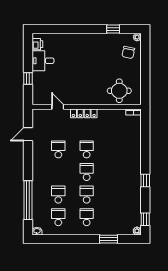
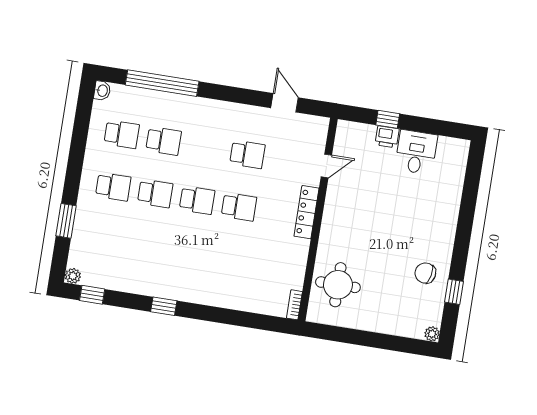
printer: (37, 44) -> (387, 137), moved
chair: (128, 52) -> (425, 273), moved

